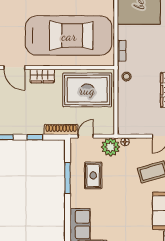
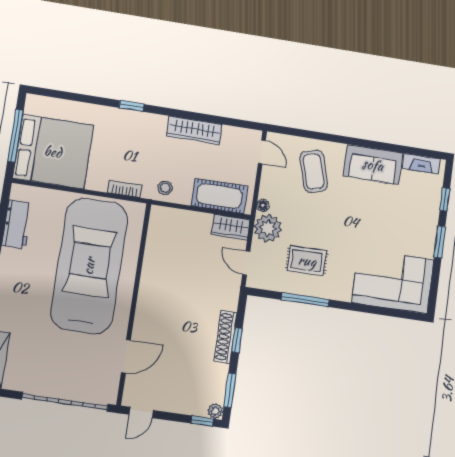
wardrobe: (42, 76) -> (231, 227), moved, turned 90
rug: (87, 90) -> (177, 250), removed
cot: (127, 112) -> (219, 196), added
shoe rack: (61, 130) -> (226, 337), moved

